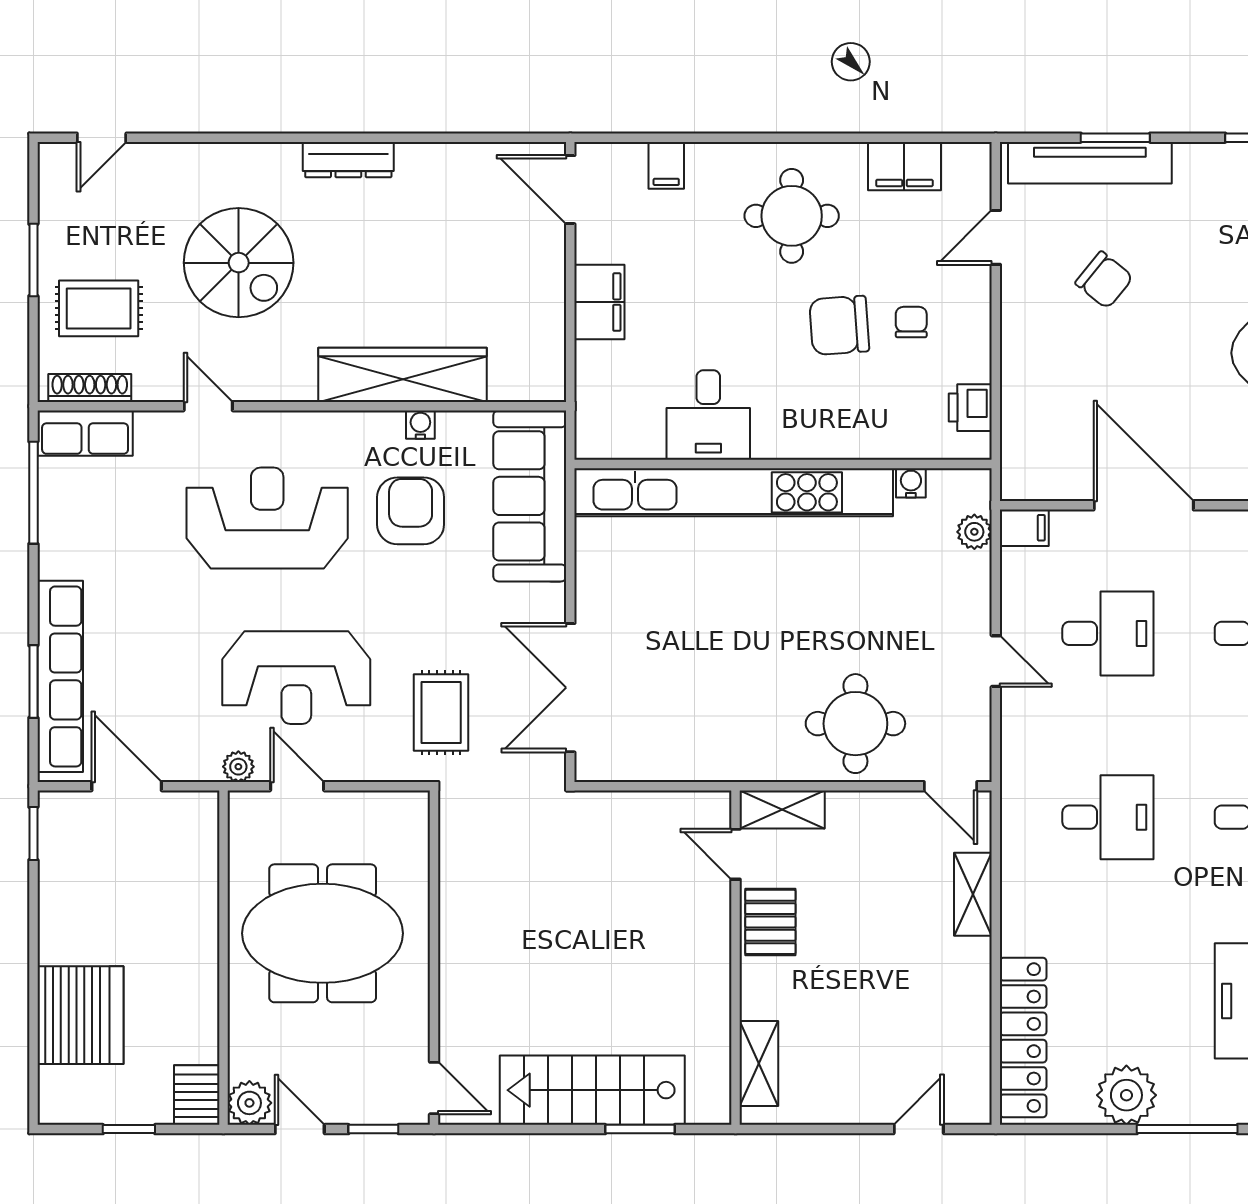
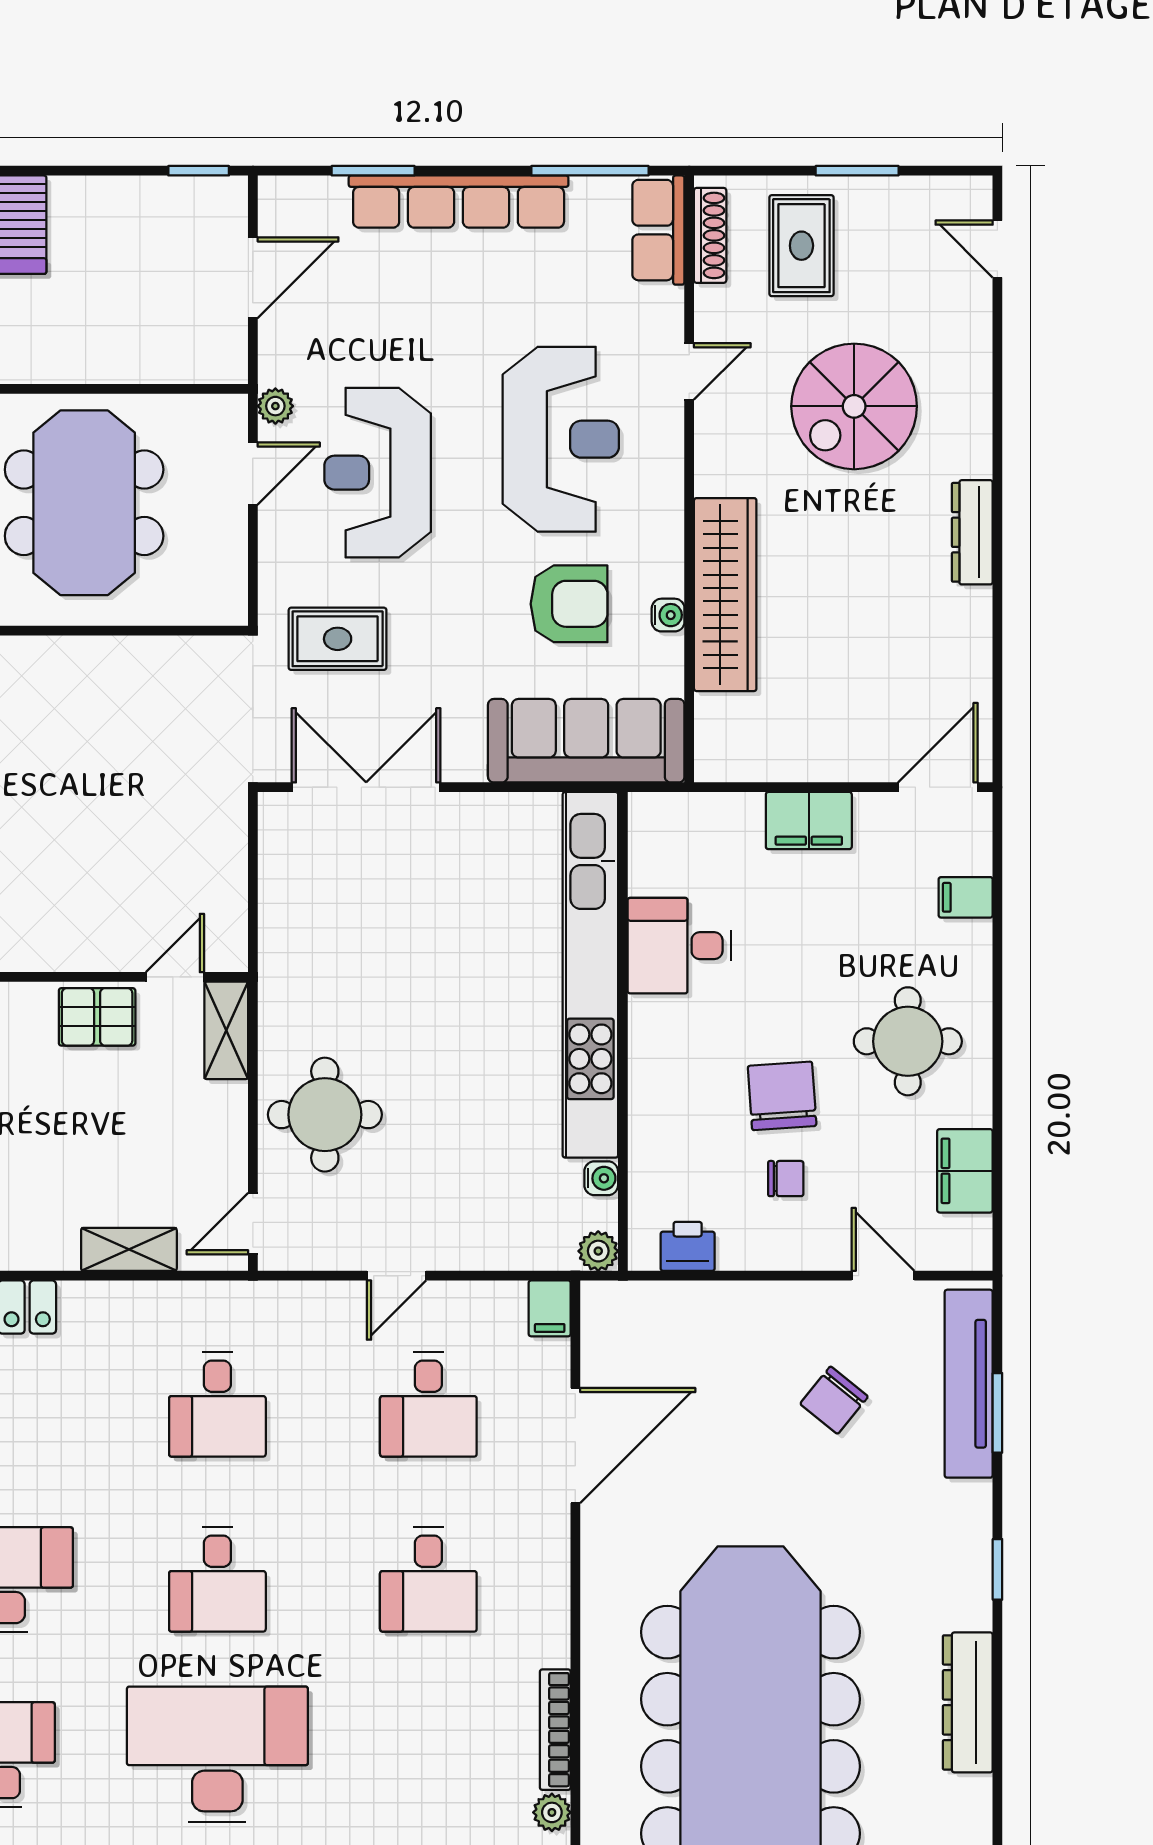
plant: (974, 532) -> (598, 1251), moved
row of seats: (60, 676) -> (459, 202), moved

